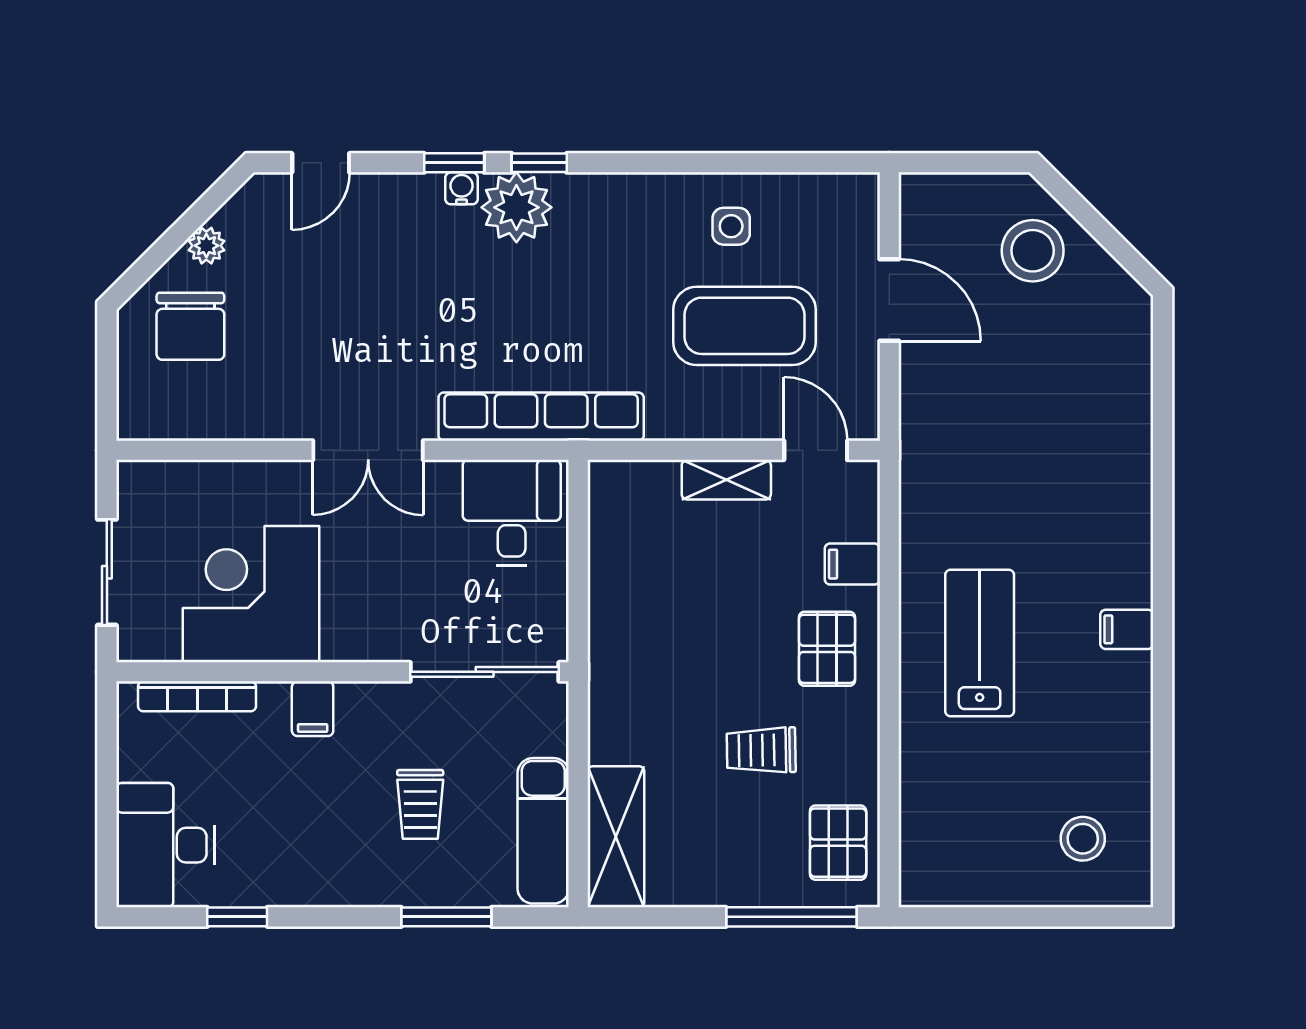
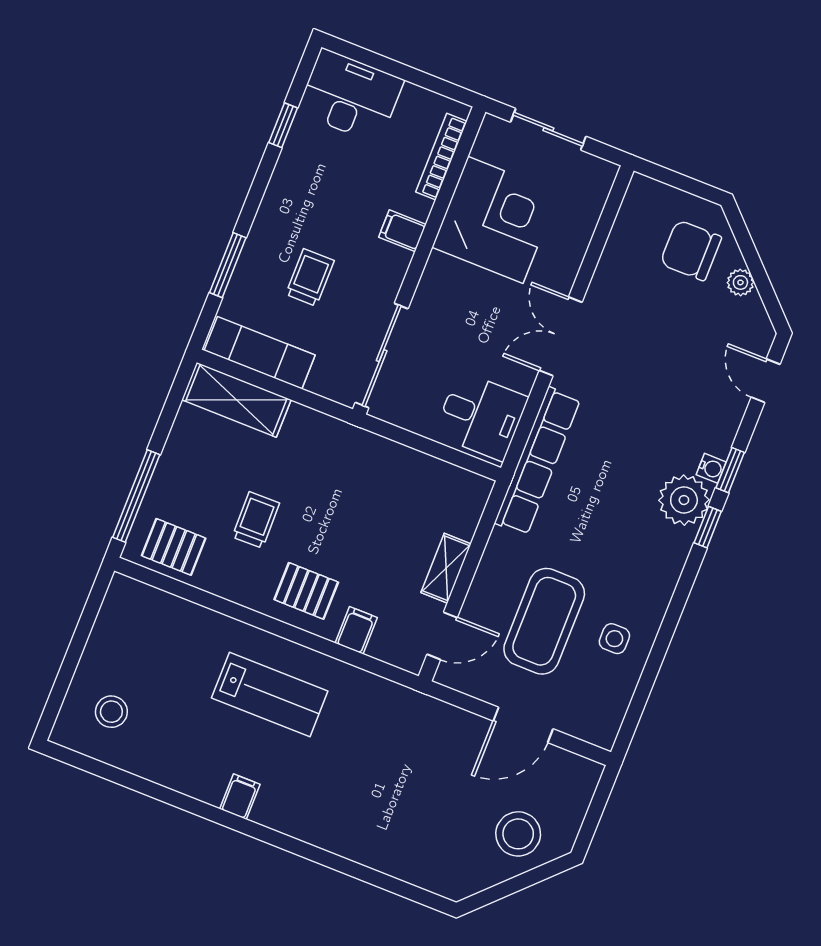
trolley: (420, 804) -> (310, 277), turned 90

